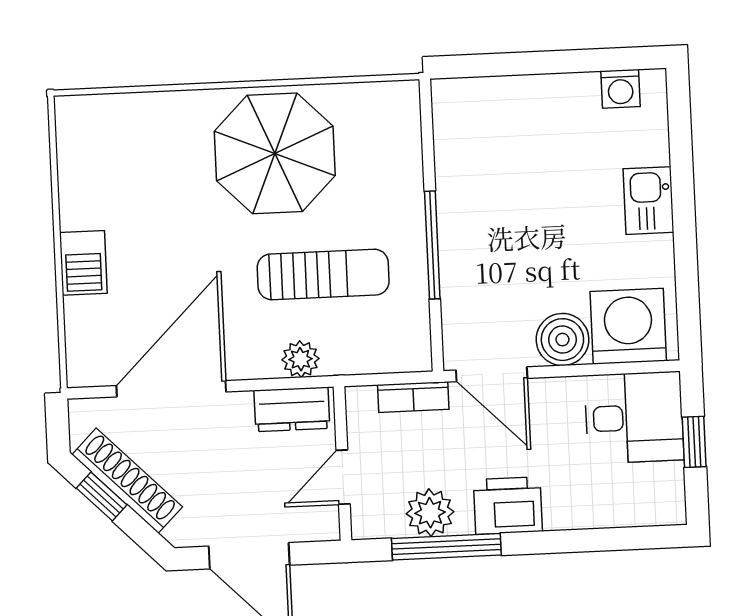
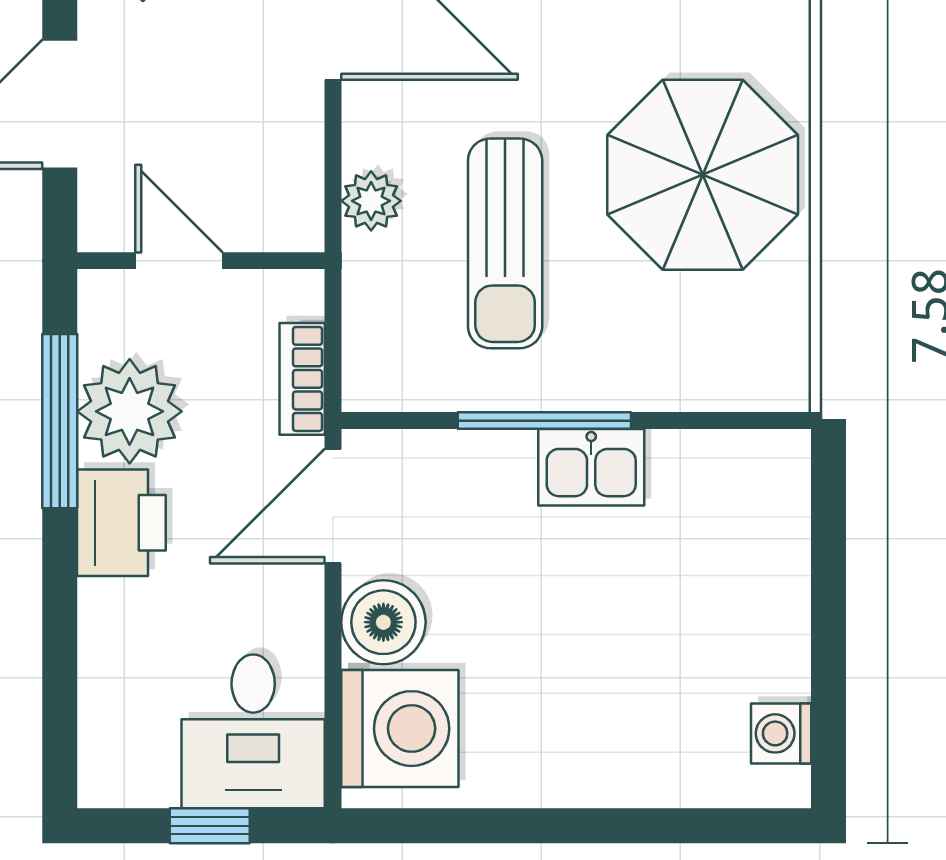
kitchen sink: (648, 201) -> (591, 467), moved, turned 180
dresser: (292, 409) -> (291, 184), removed
plant: (430, 513) -> (130, 411), width x1.36, depth x1.36

